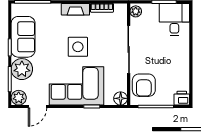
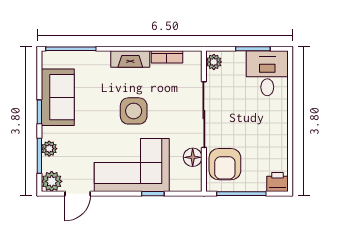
plant: (22, 69) -> (49, 149), width x0.53, depth x0.53
floor lamp: (121, 98) -> (193, 157), moved

